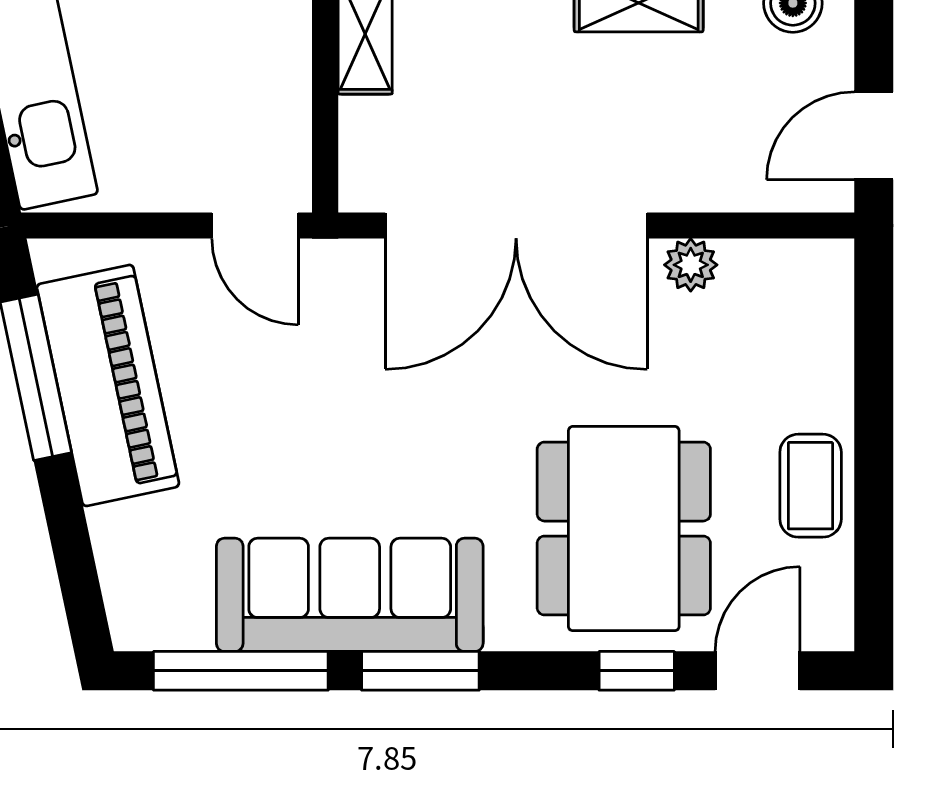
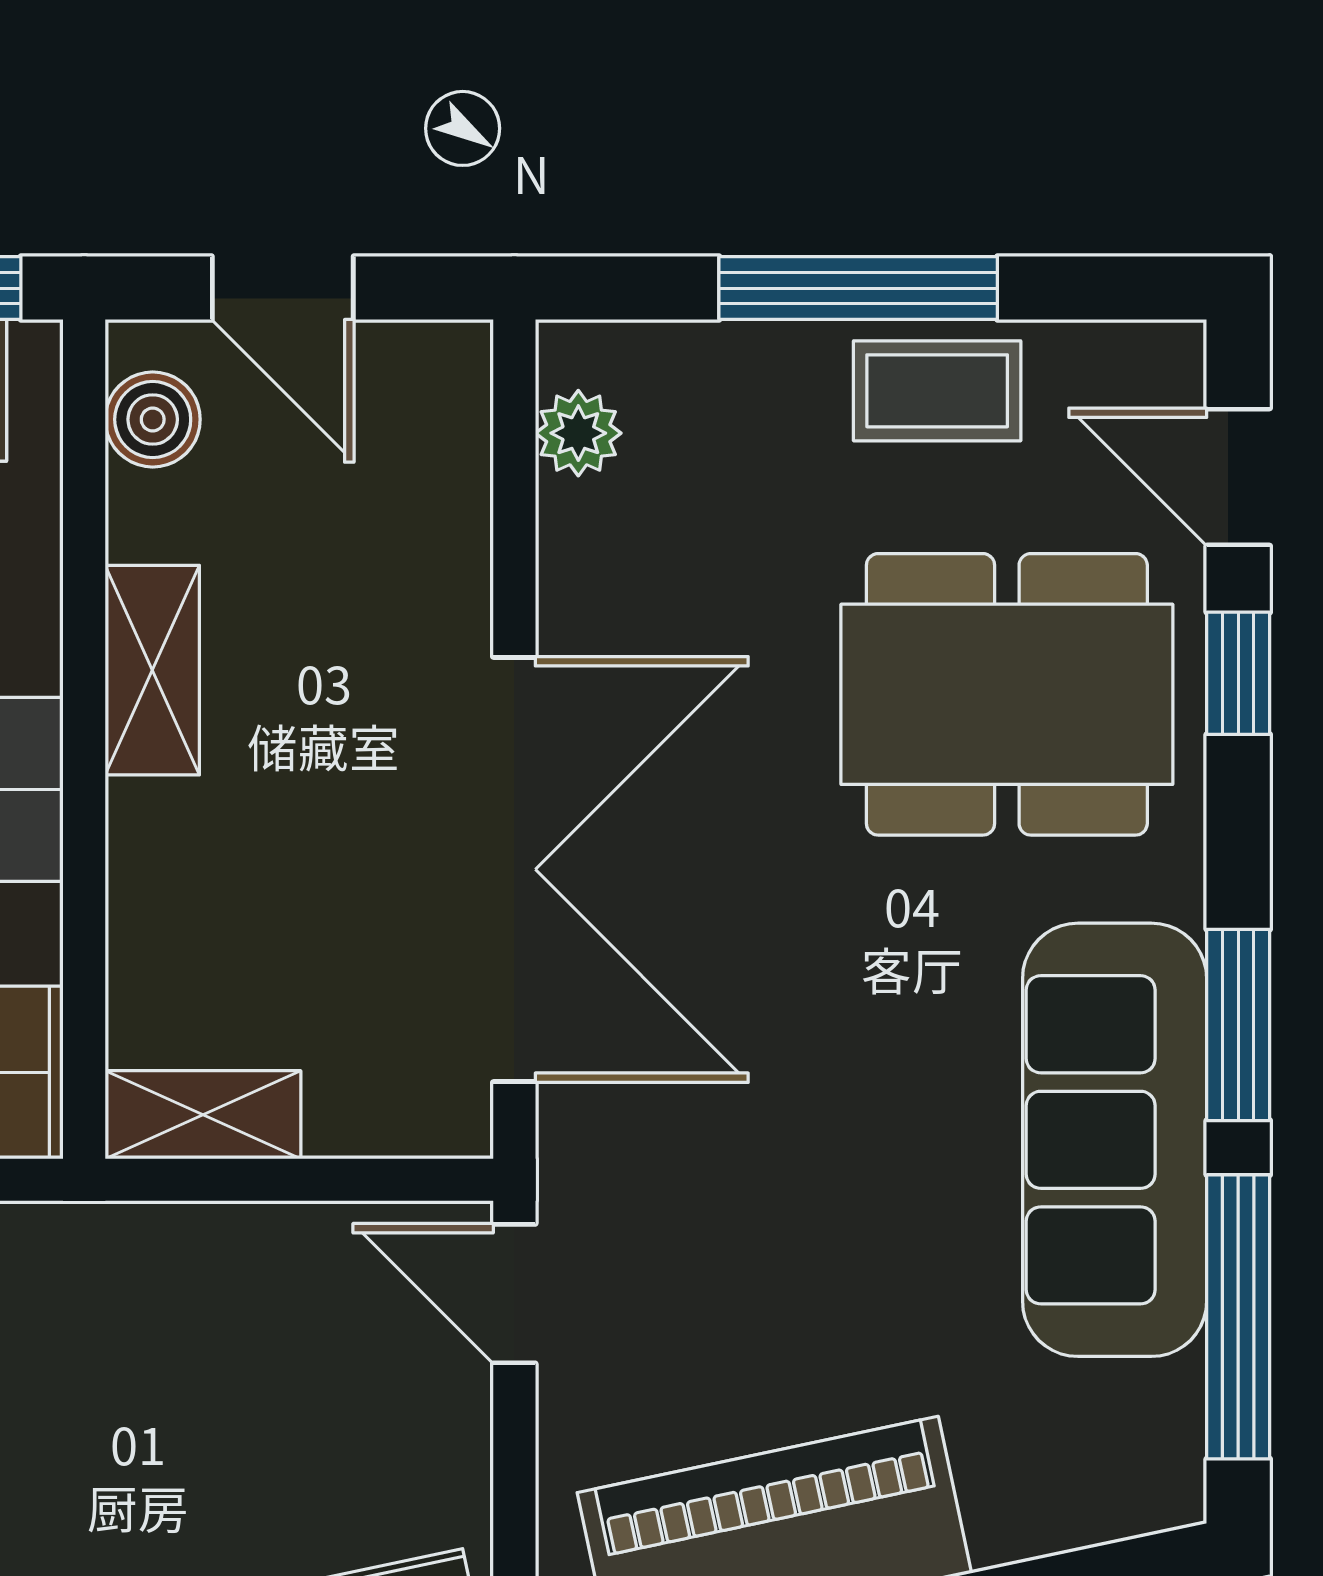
door: (874, 136) -> (283, 288), moved
door: (255, 226) -> (514, 1294), swing flipped
plant: (691, 265) -> (578, 433), moved
window: (874, 437) -> (858, 288), added

